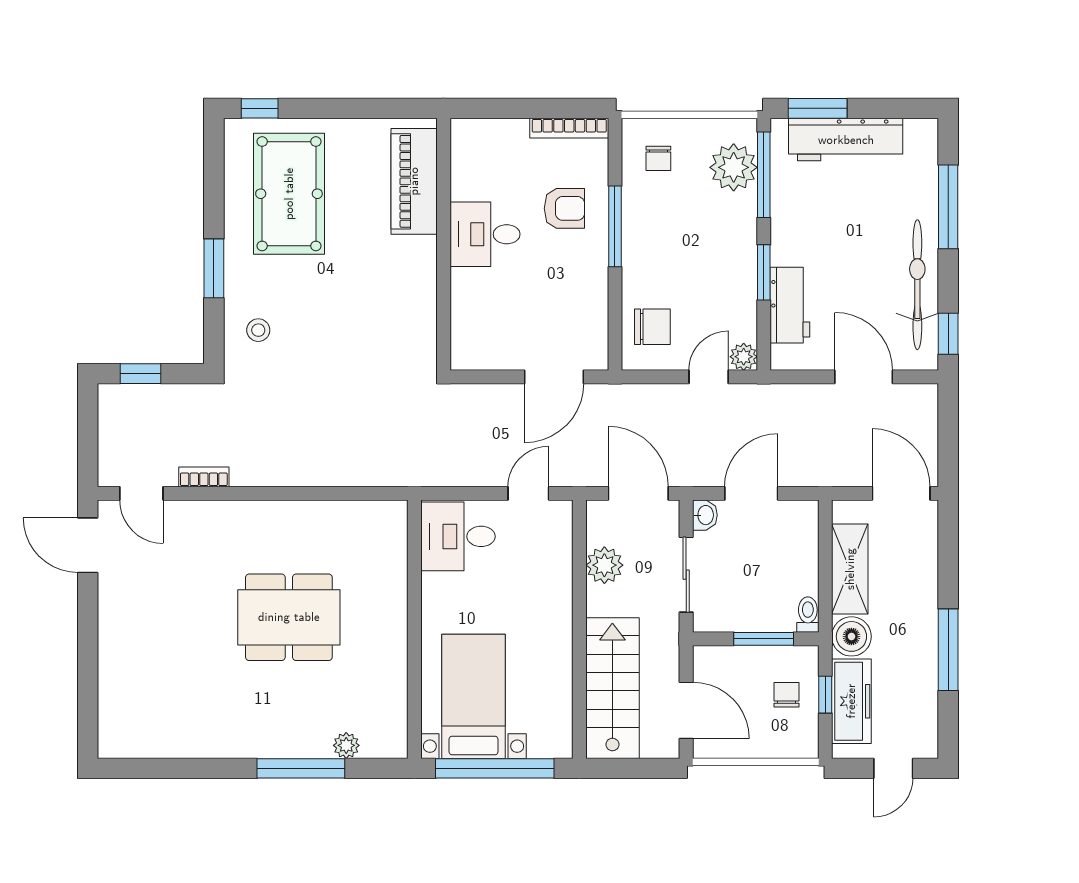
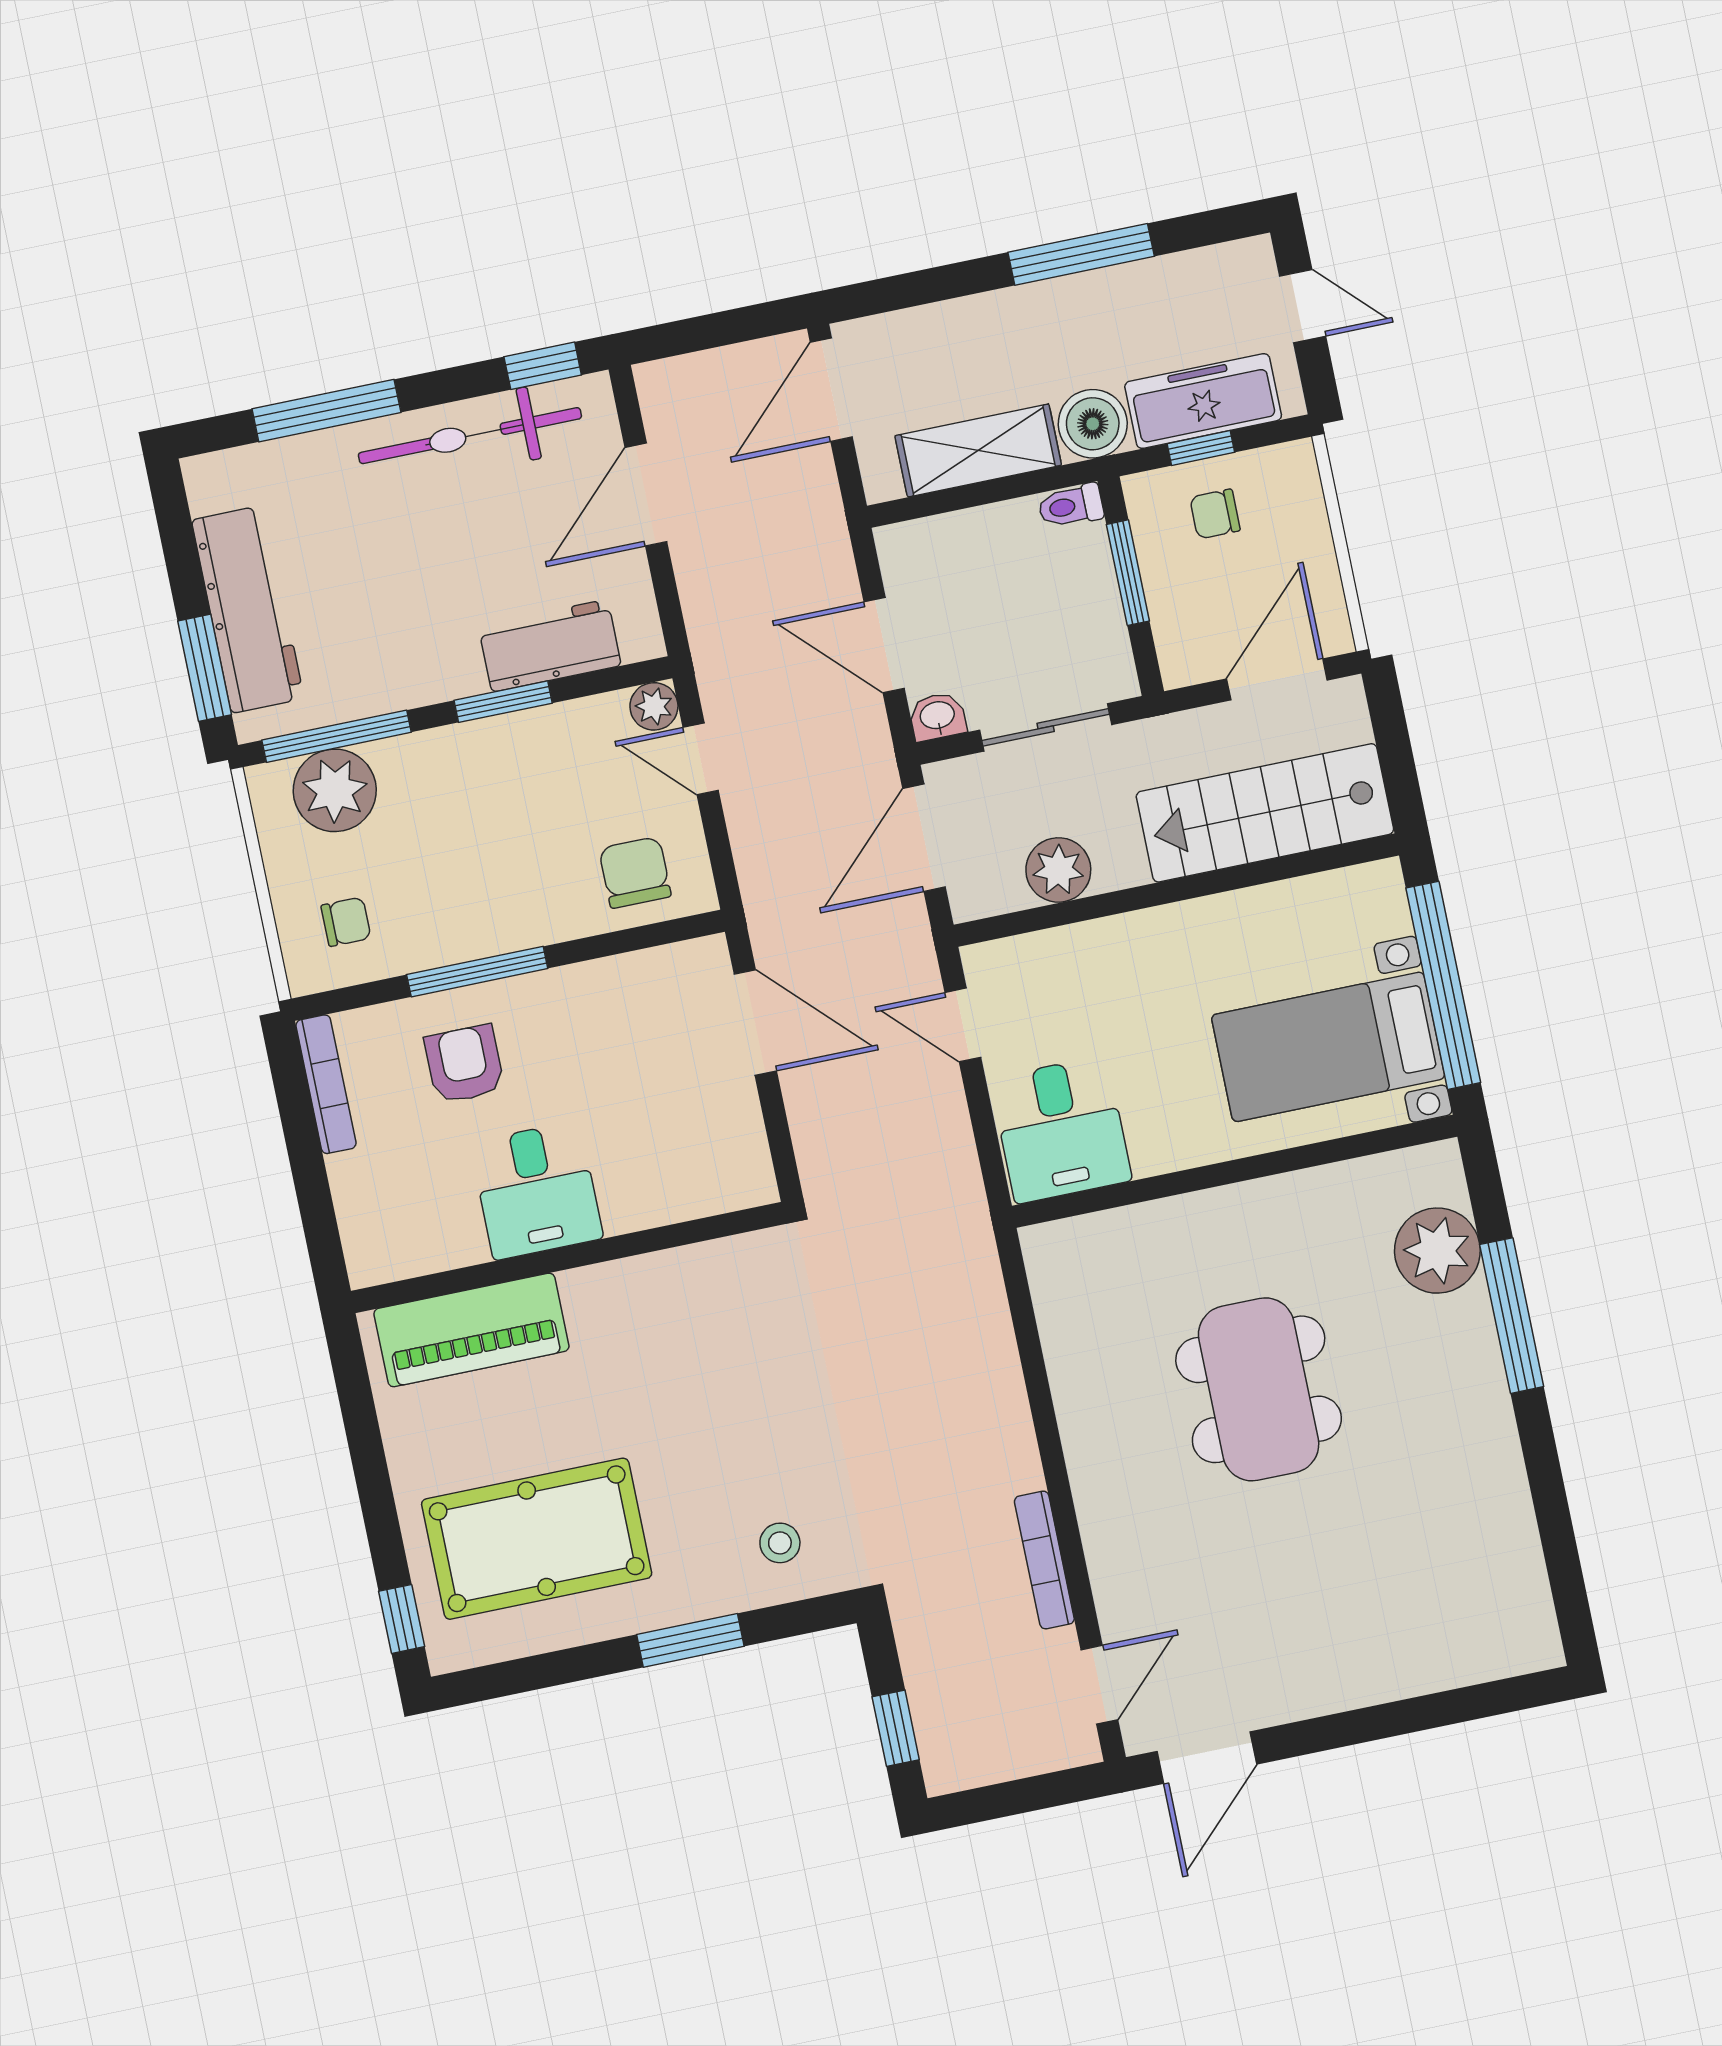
bookcase: (204, 477) -> (1044, 1560), width x1.56
plant: (346, 745) -> (1437, 1251), width x1.87, depth x1.87

